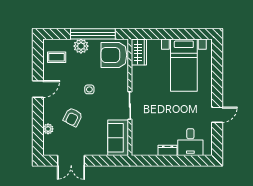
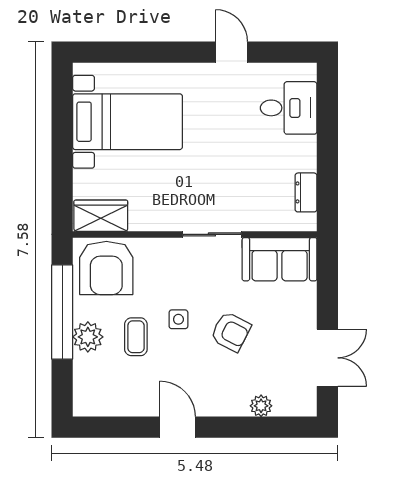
coffee table: (57, 57) -> (136, 337), moved
armchair: (73, 117) -> (231, 332), moved
dresser: (168, 150) -> (306, 192), moved

